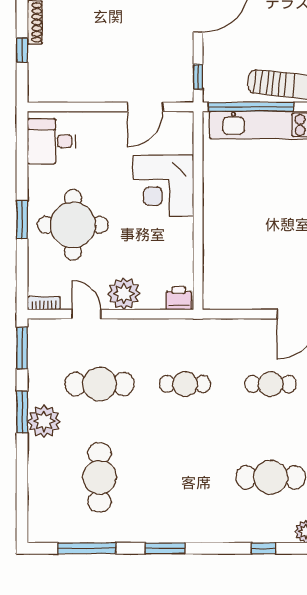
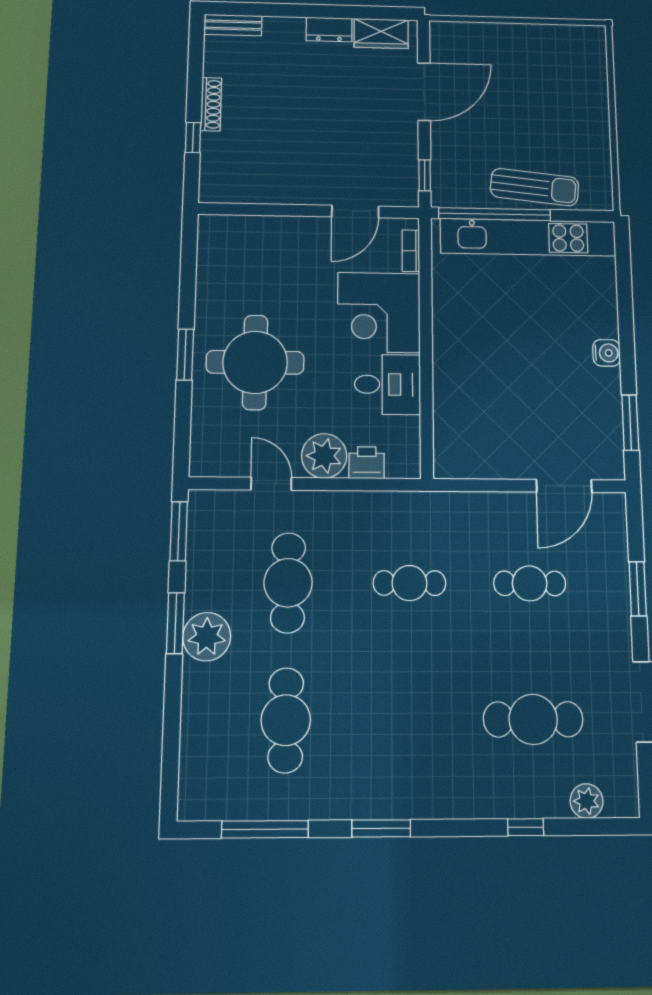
desk: (52, 141) -> (387, 384), moved, turned 180
printer: (179, 298) -> (367, 463), moved
bookcase: (44, 303) -> (411, 251), moved, turned -90
cafe table: (100, 384) -> (288, 583), turned 90

